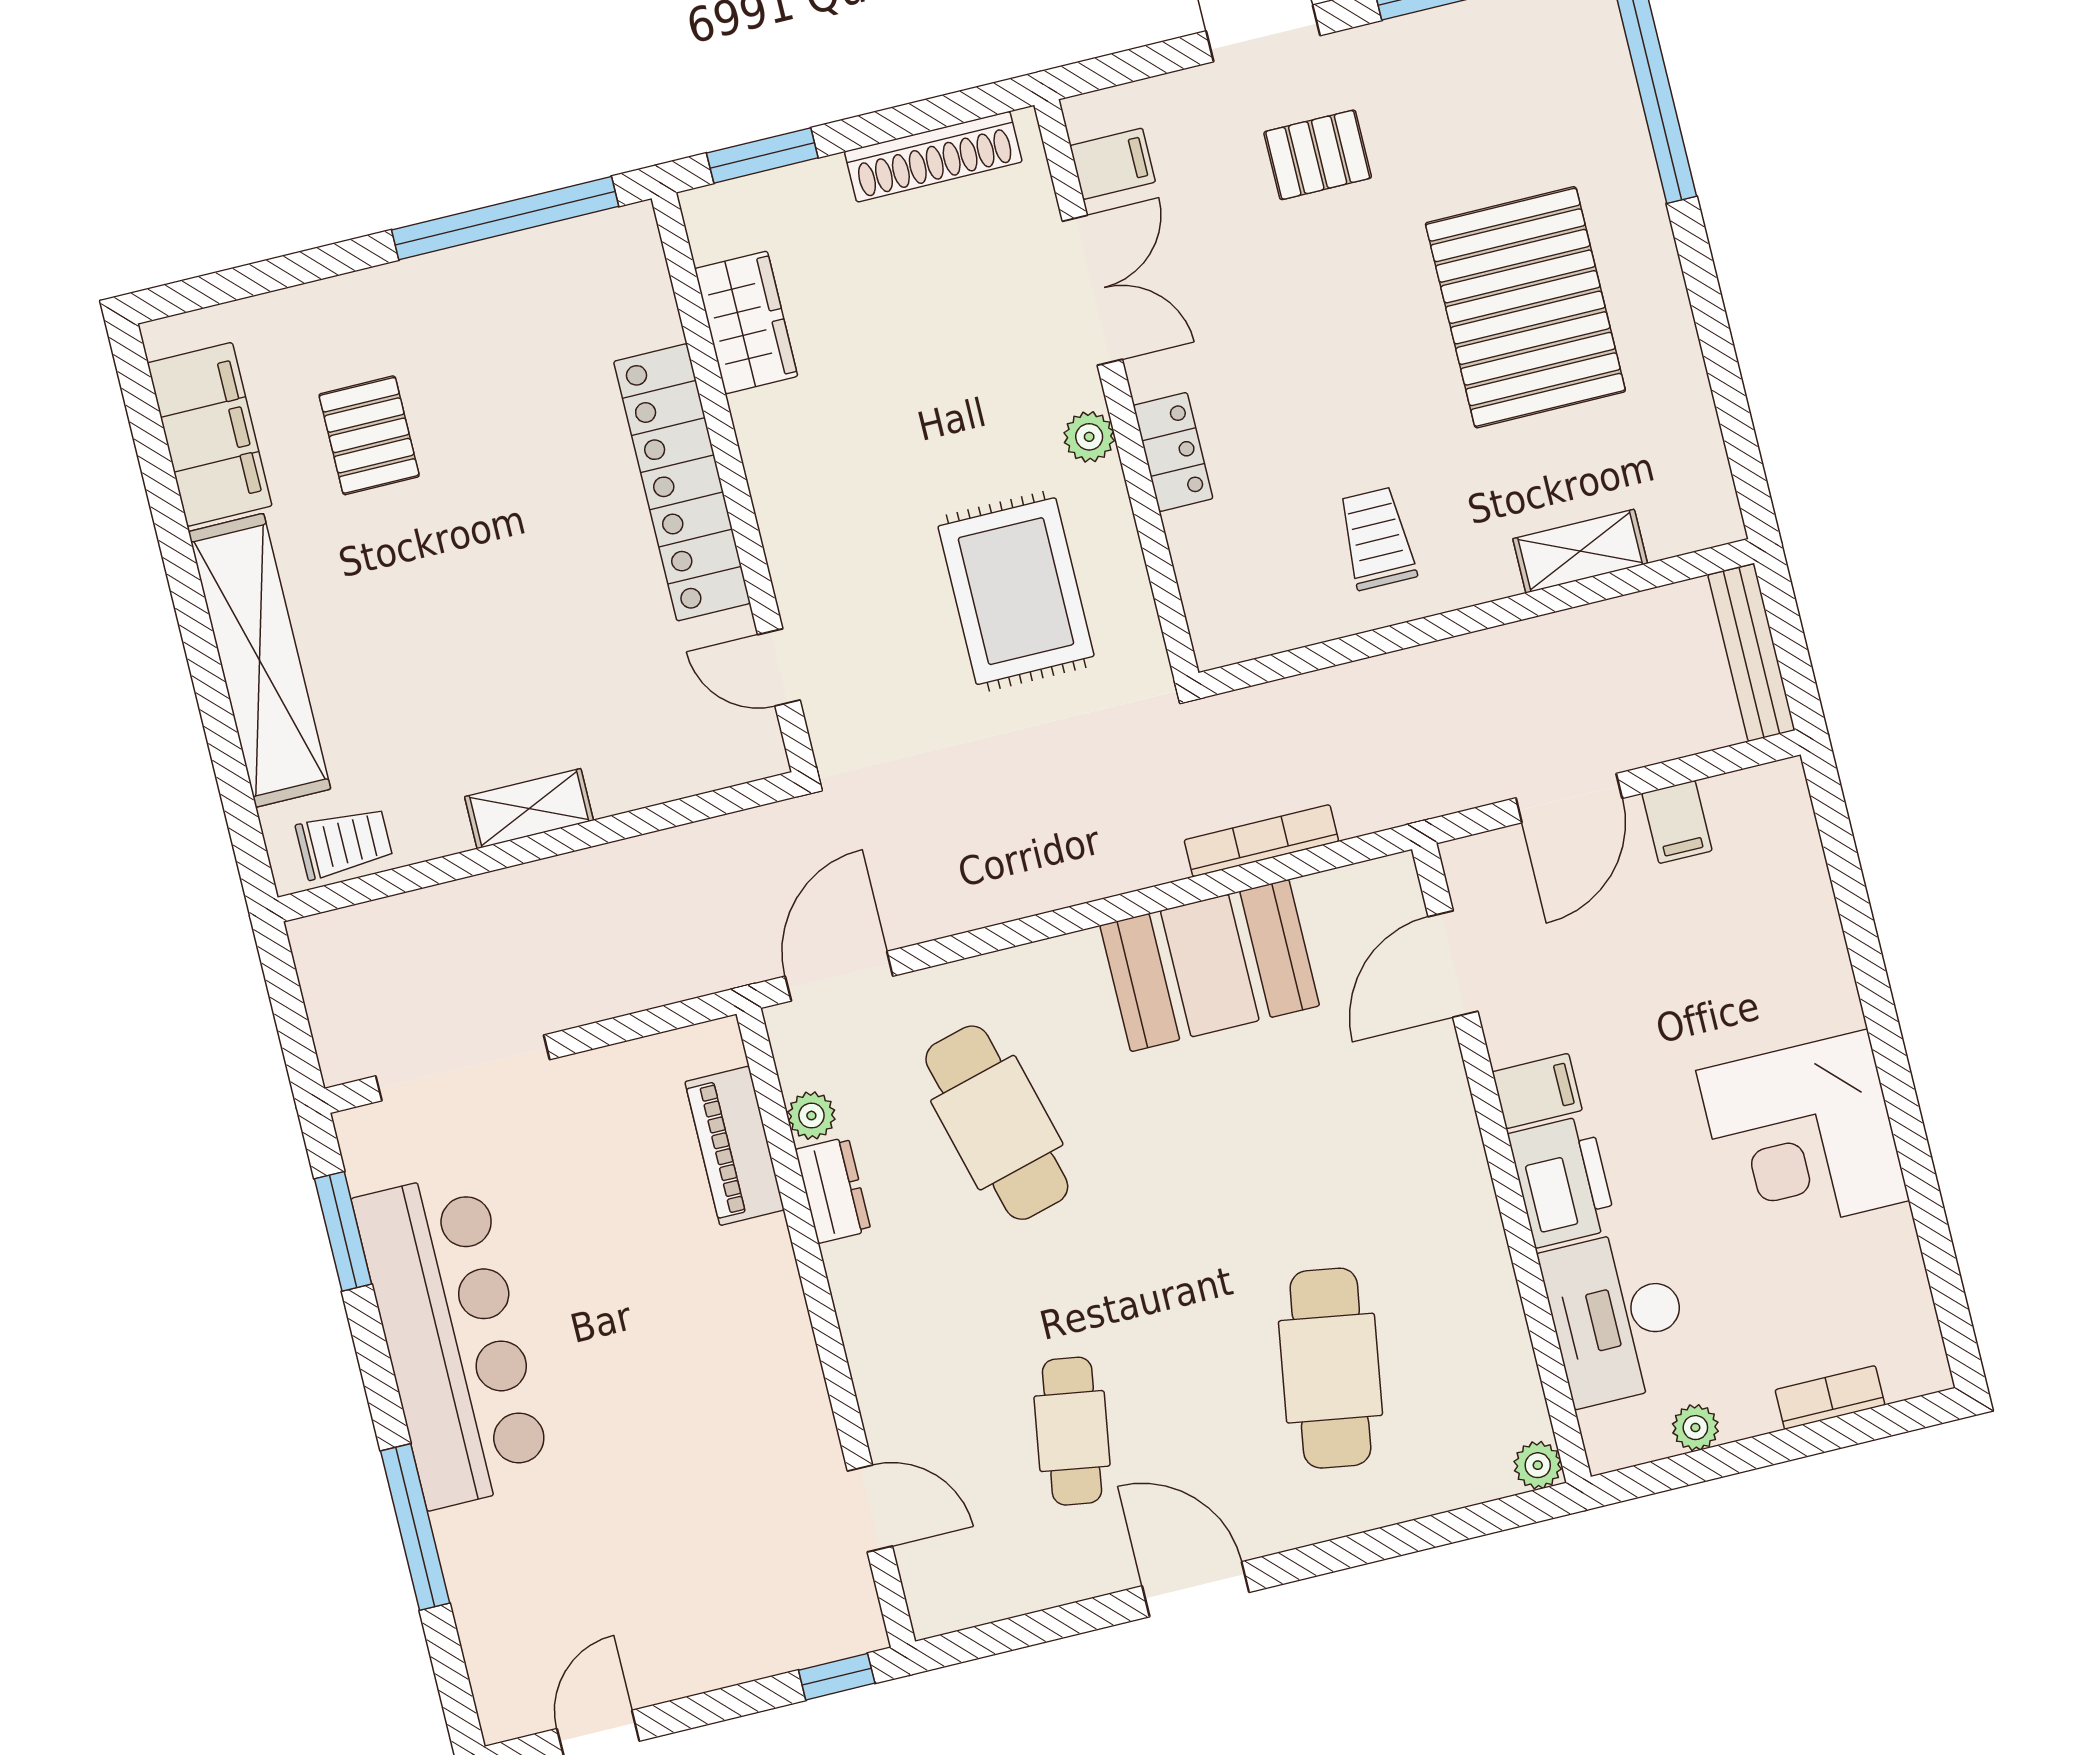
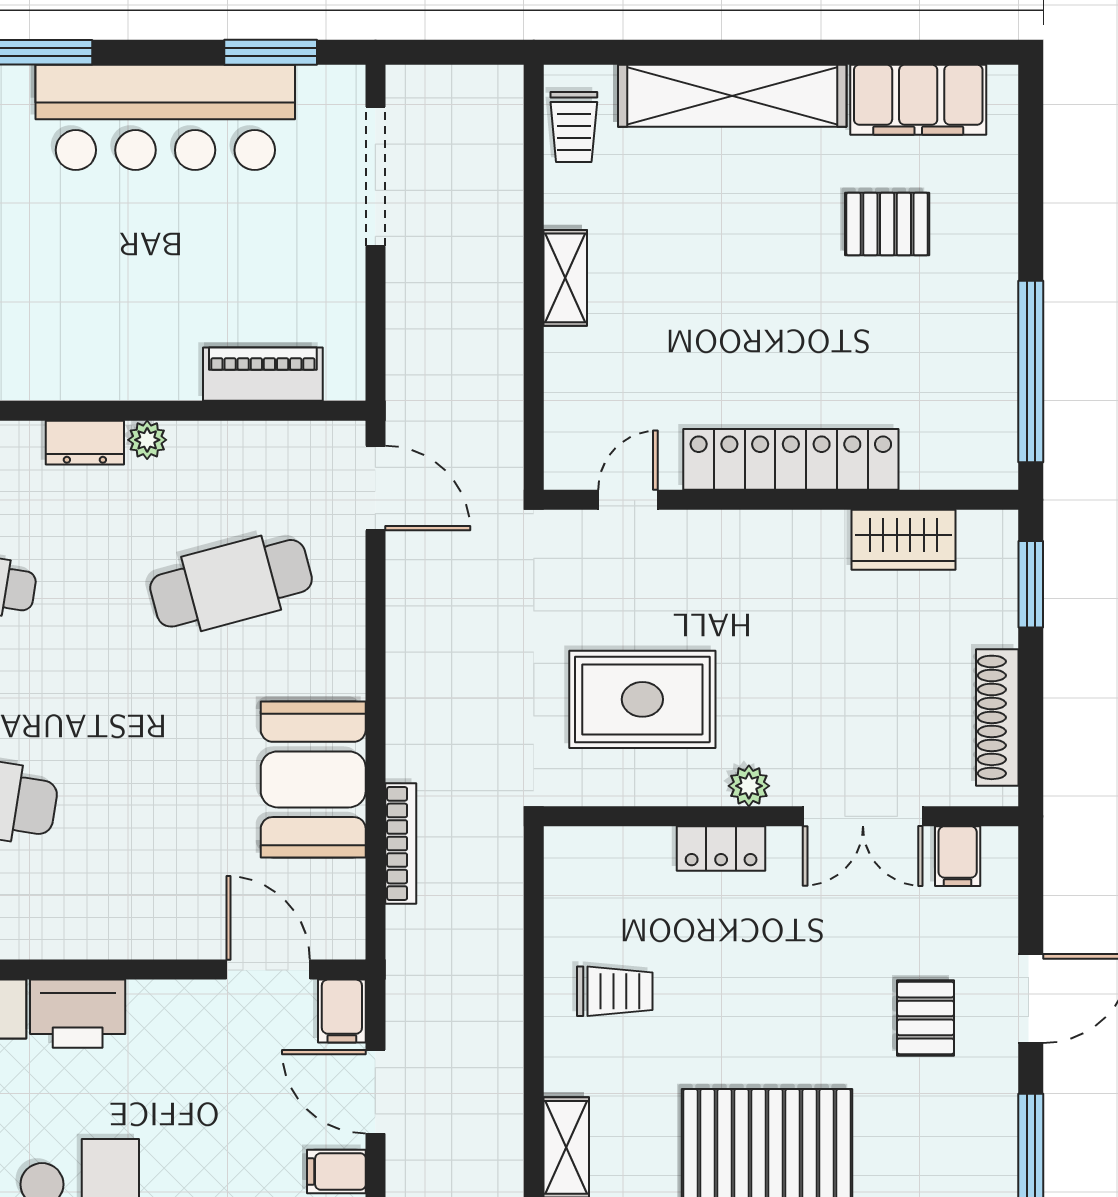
filing cabinet: (1537, 1091) -> (342, 1011), moved
plant: (811, 1116) -> (147, 440), moved
dresser: (833, 1190) -> (85, 443), moved

